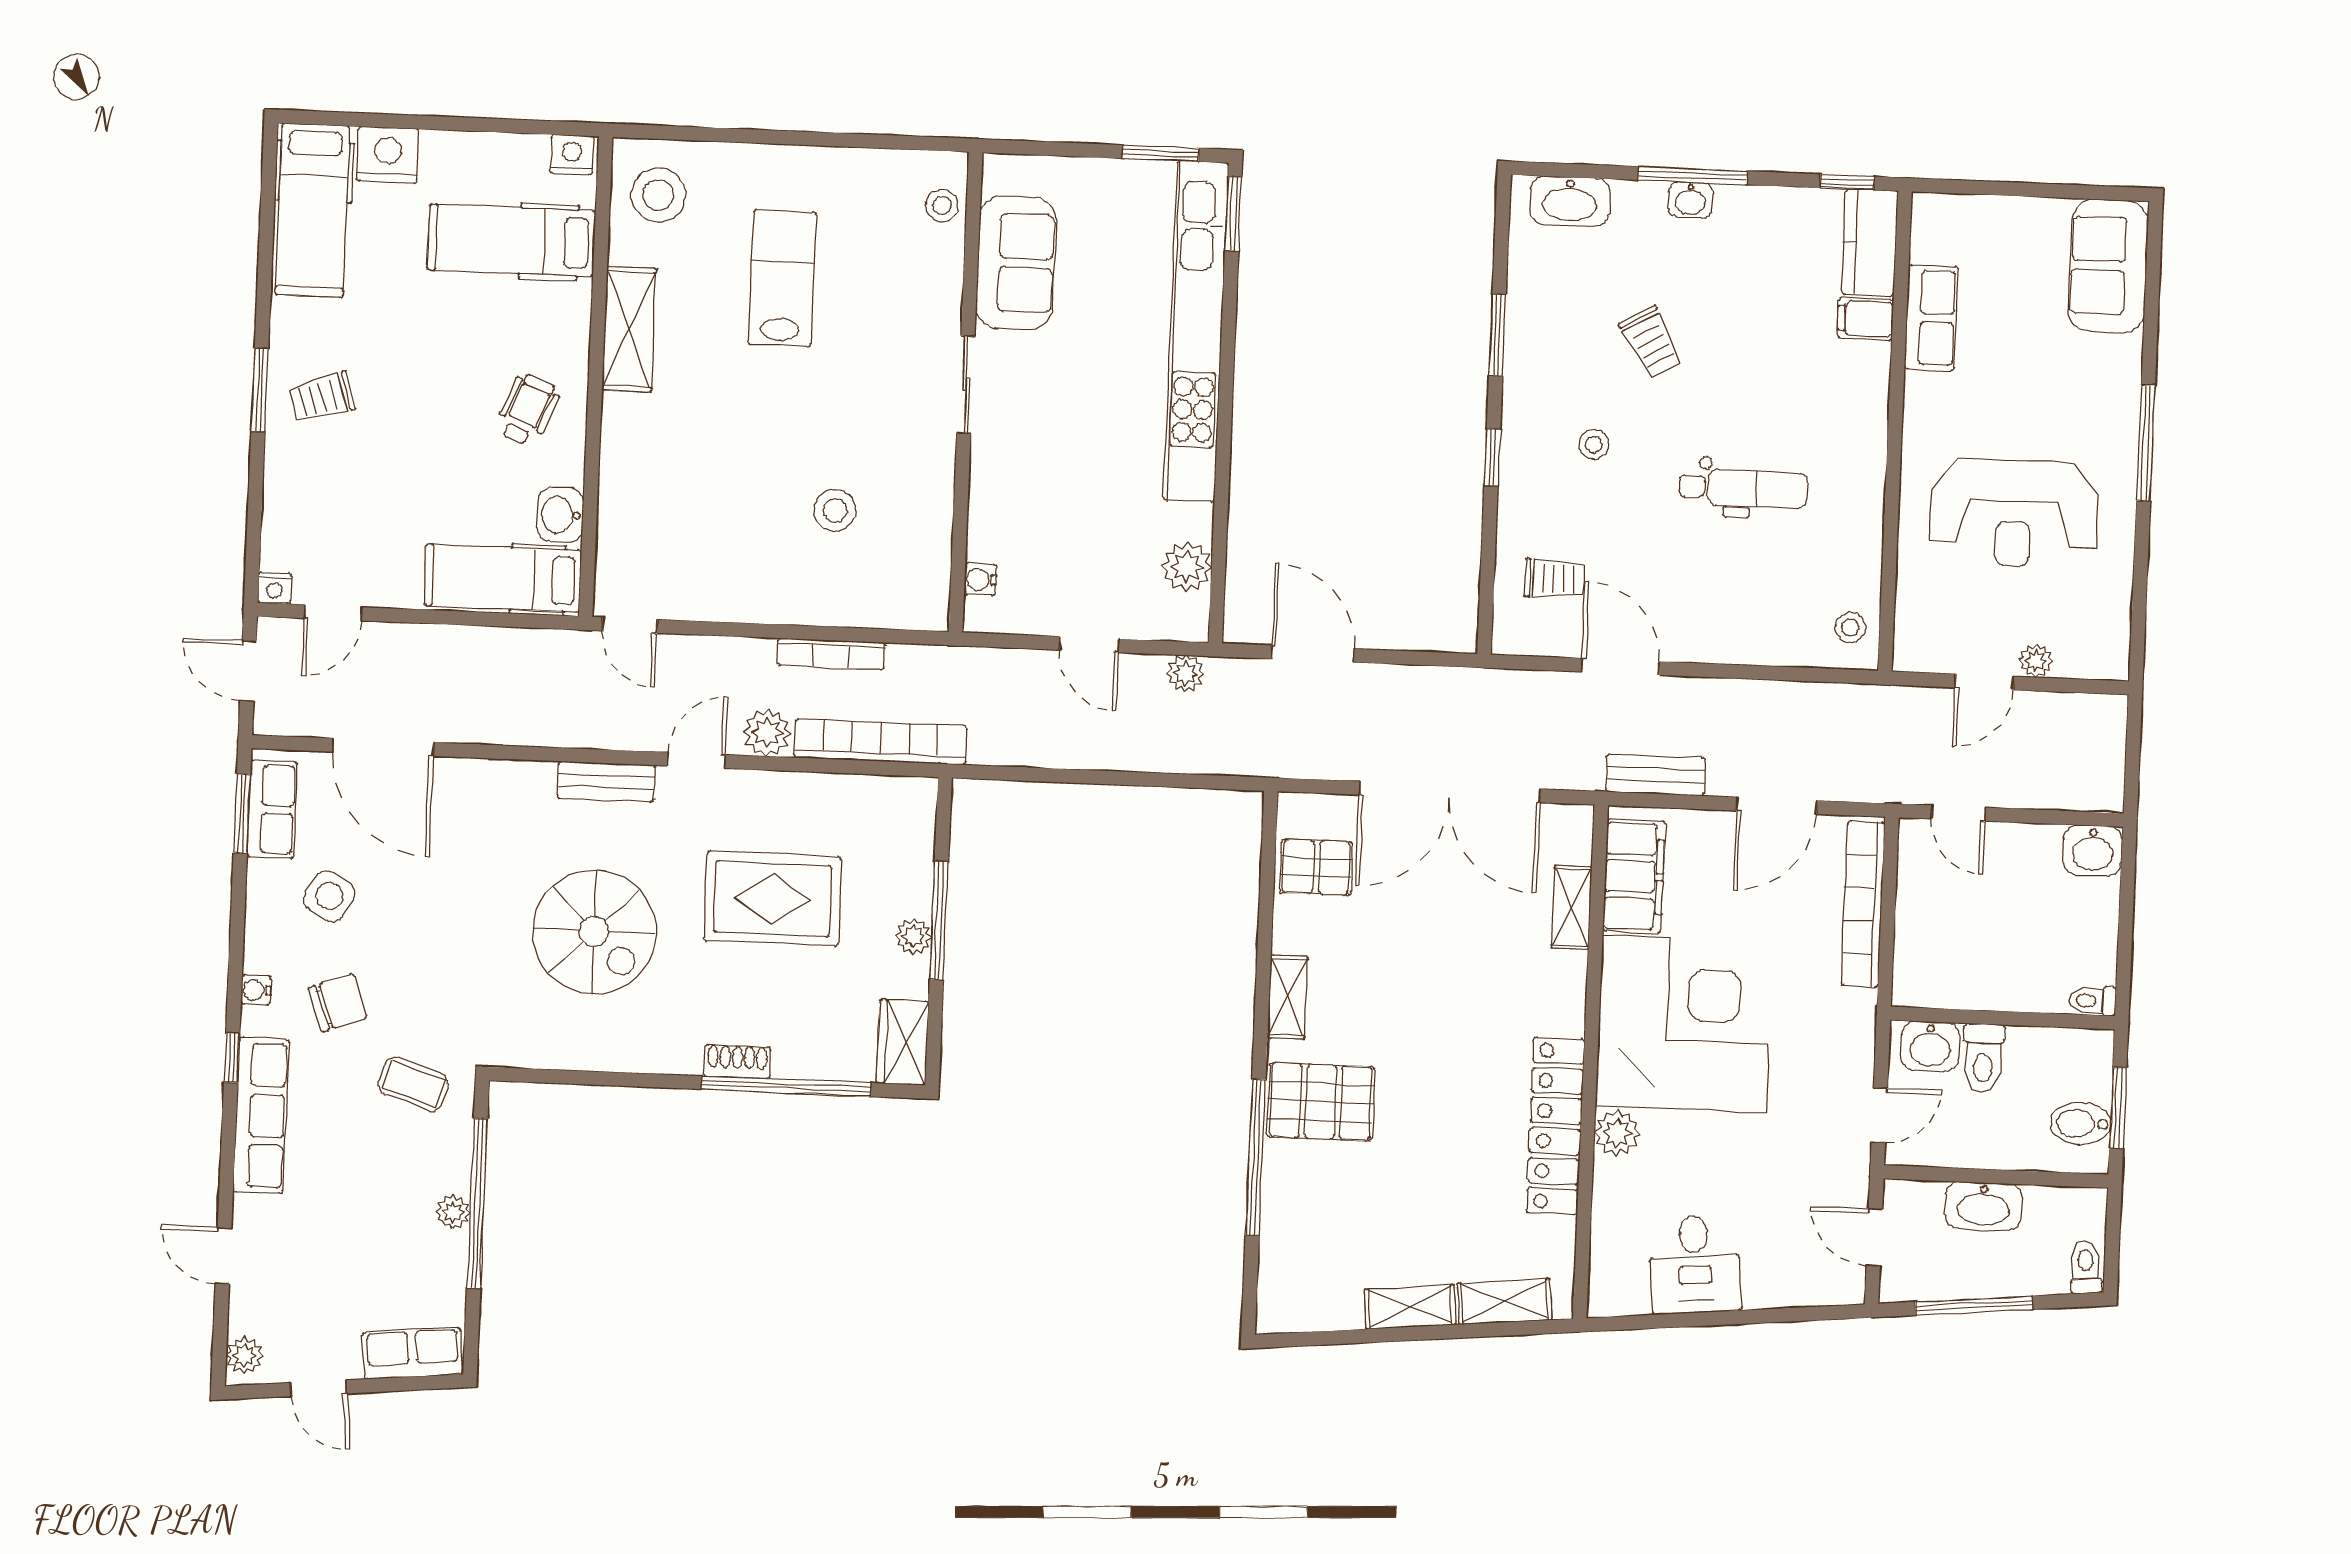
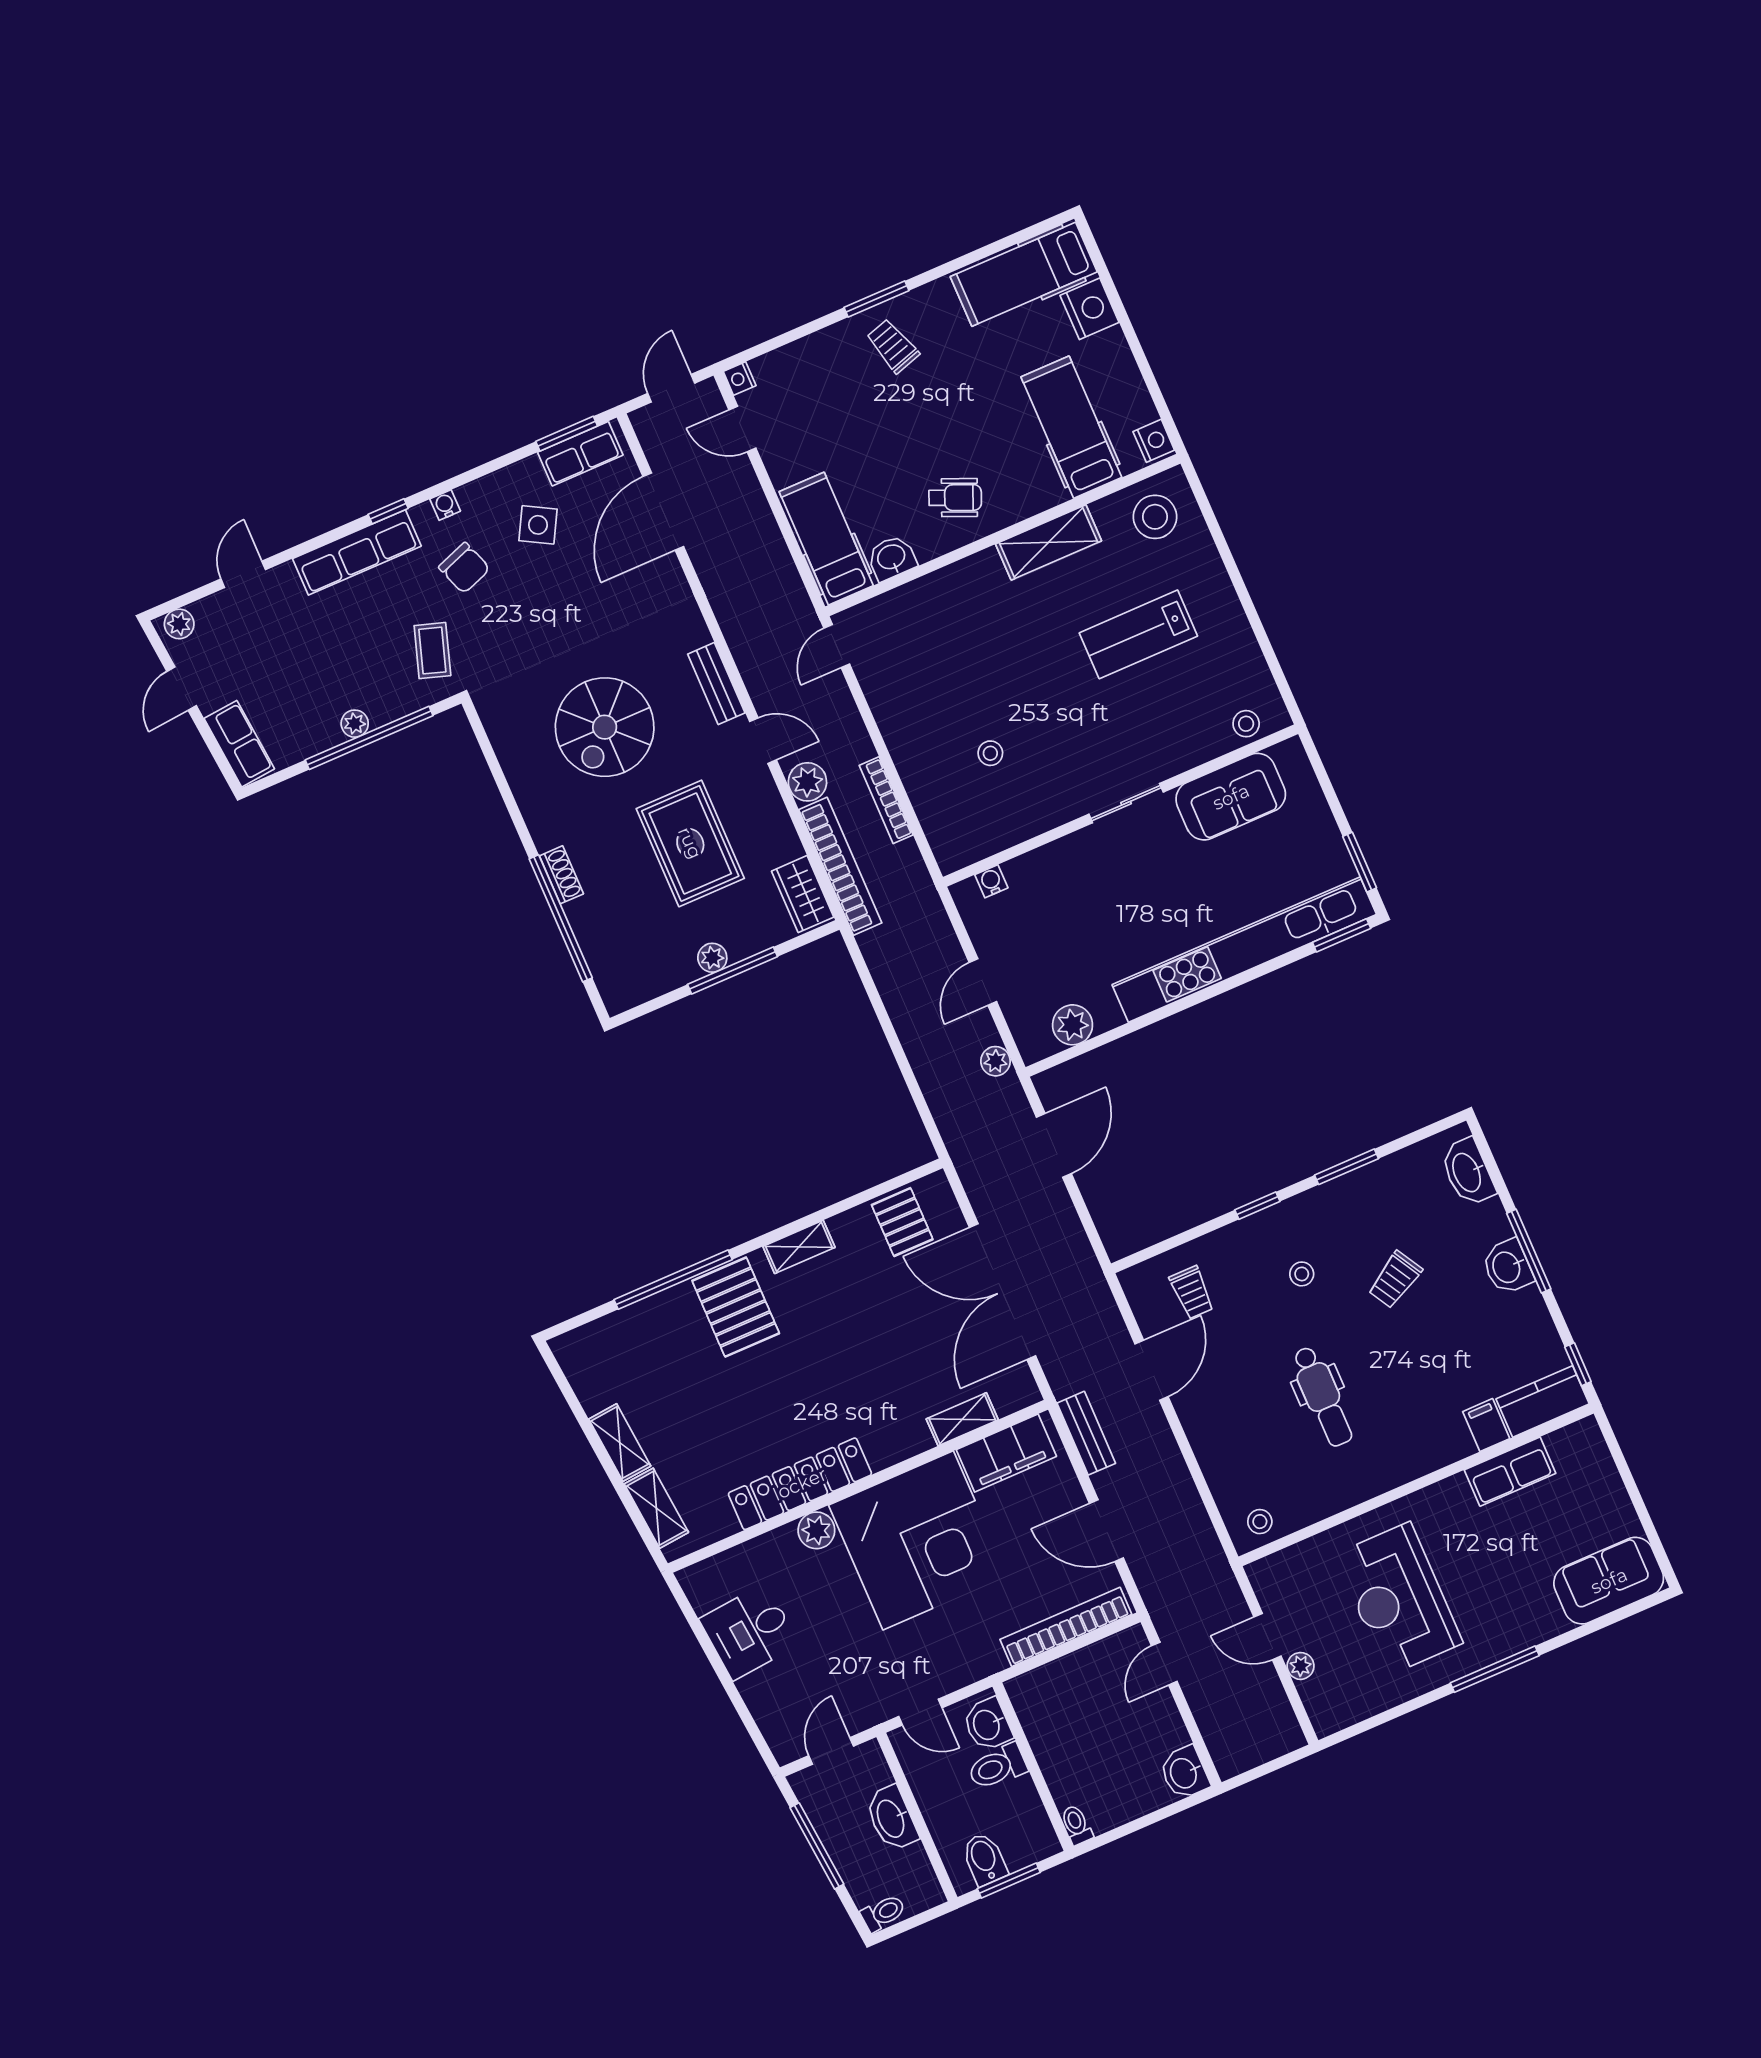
washbasin: (1690, 200) -> (1507, 1267), width x1.38, depth x1.45
lab bench: (782, 278) -> (1138, 634), turned 180
stool: (835, 510) -> (990, 753), width x0.73, depth x0.73
wardrobe: (903, 1042) -> (803, 894), moved, turned -90

